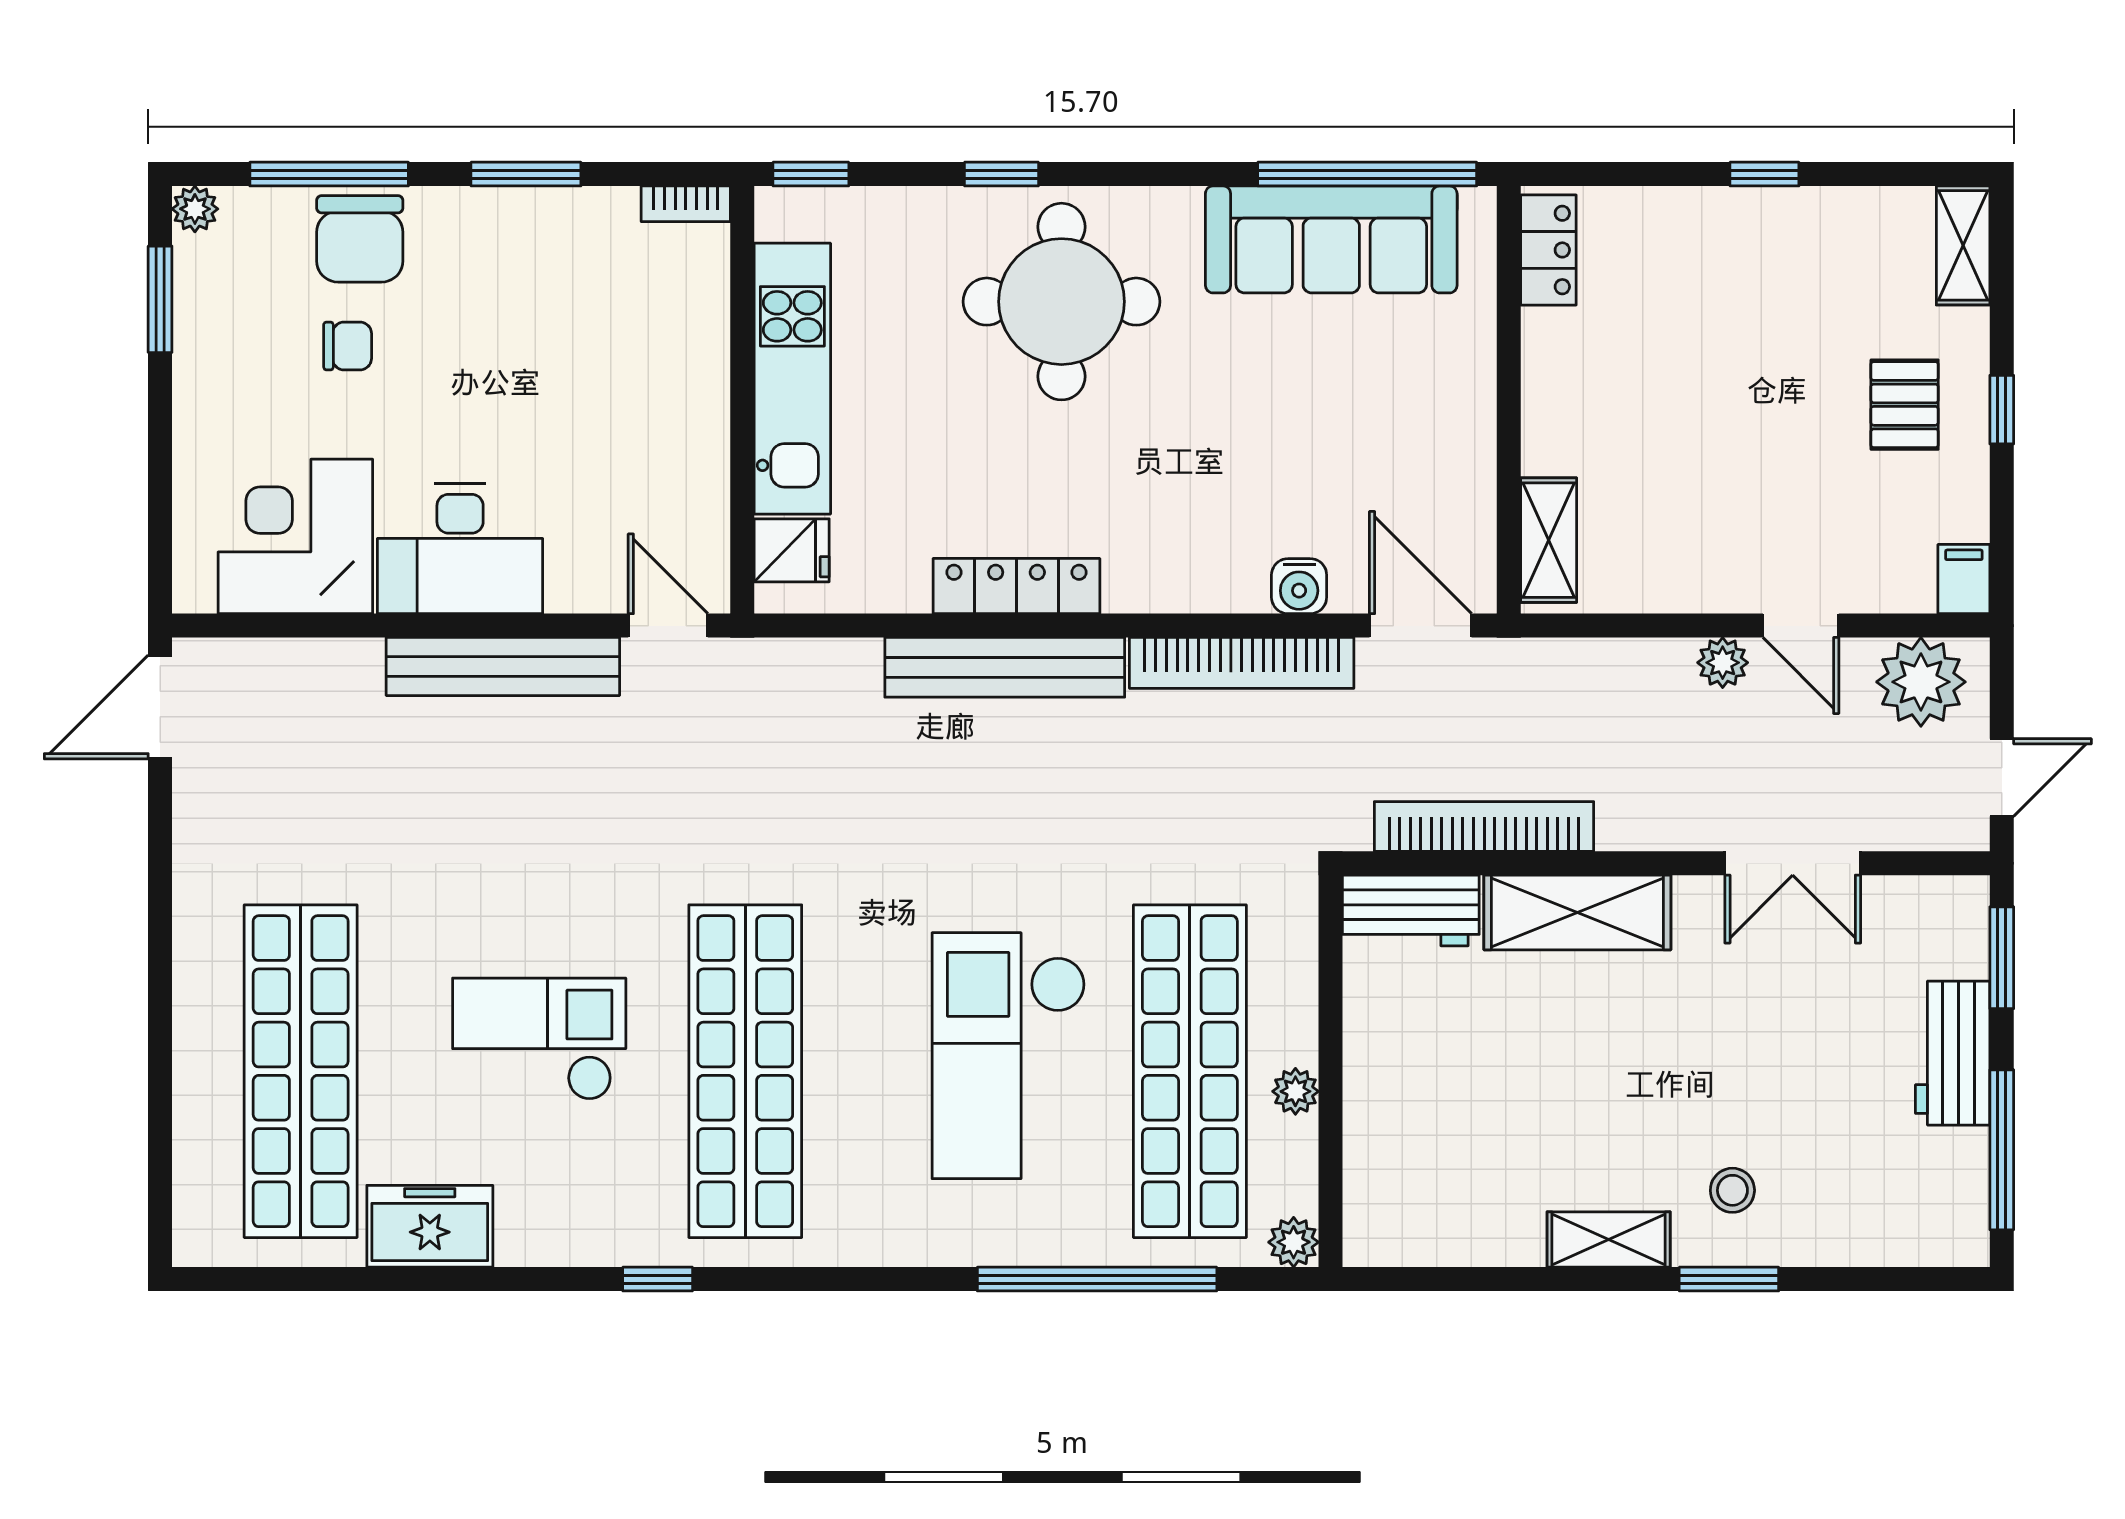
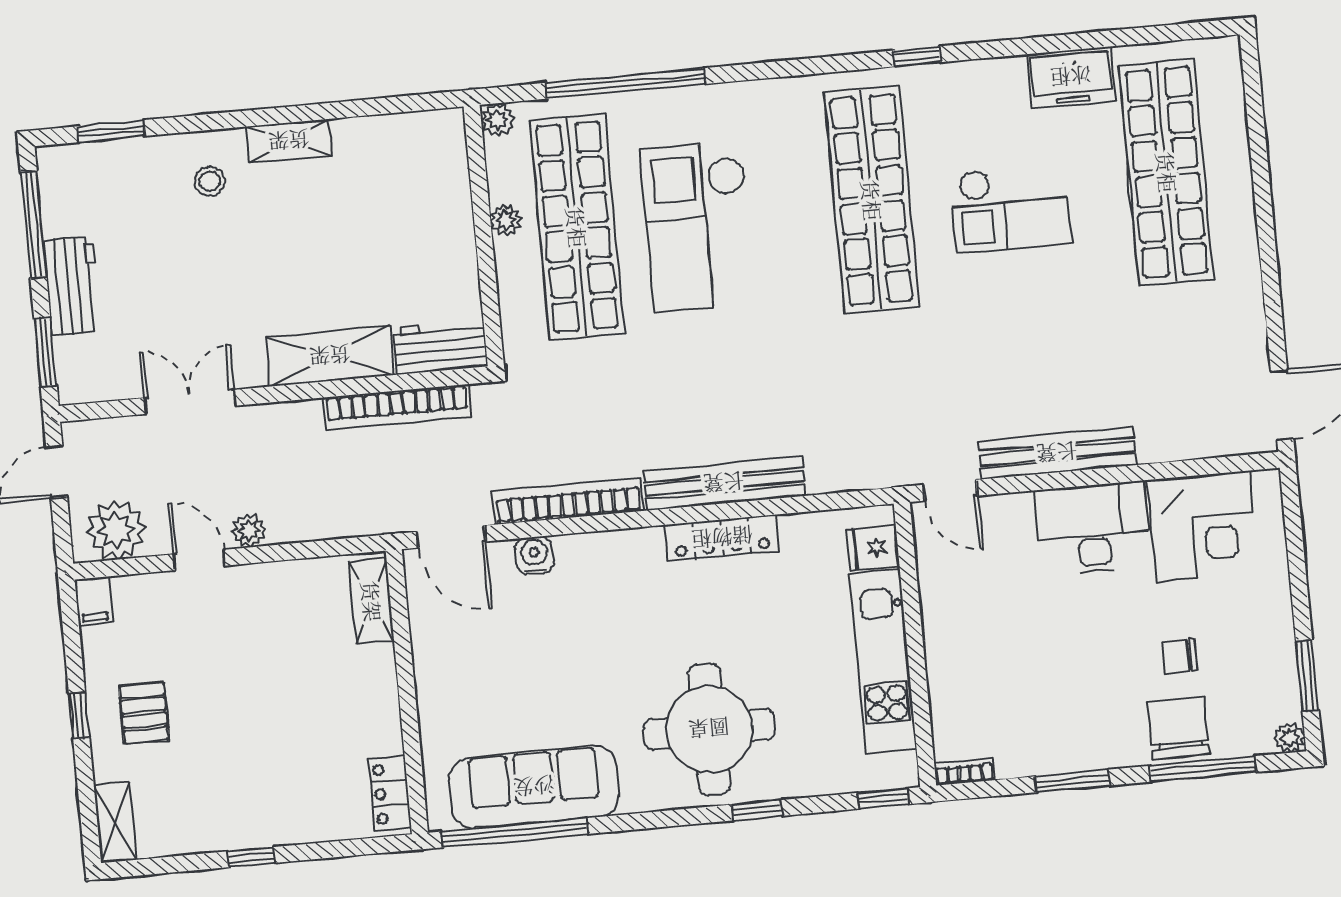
checkout: (1009, 1056) -> (698, 226), turned 180
window: (1729, 1279) -> (111, 131), moved

